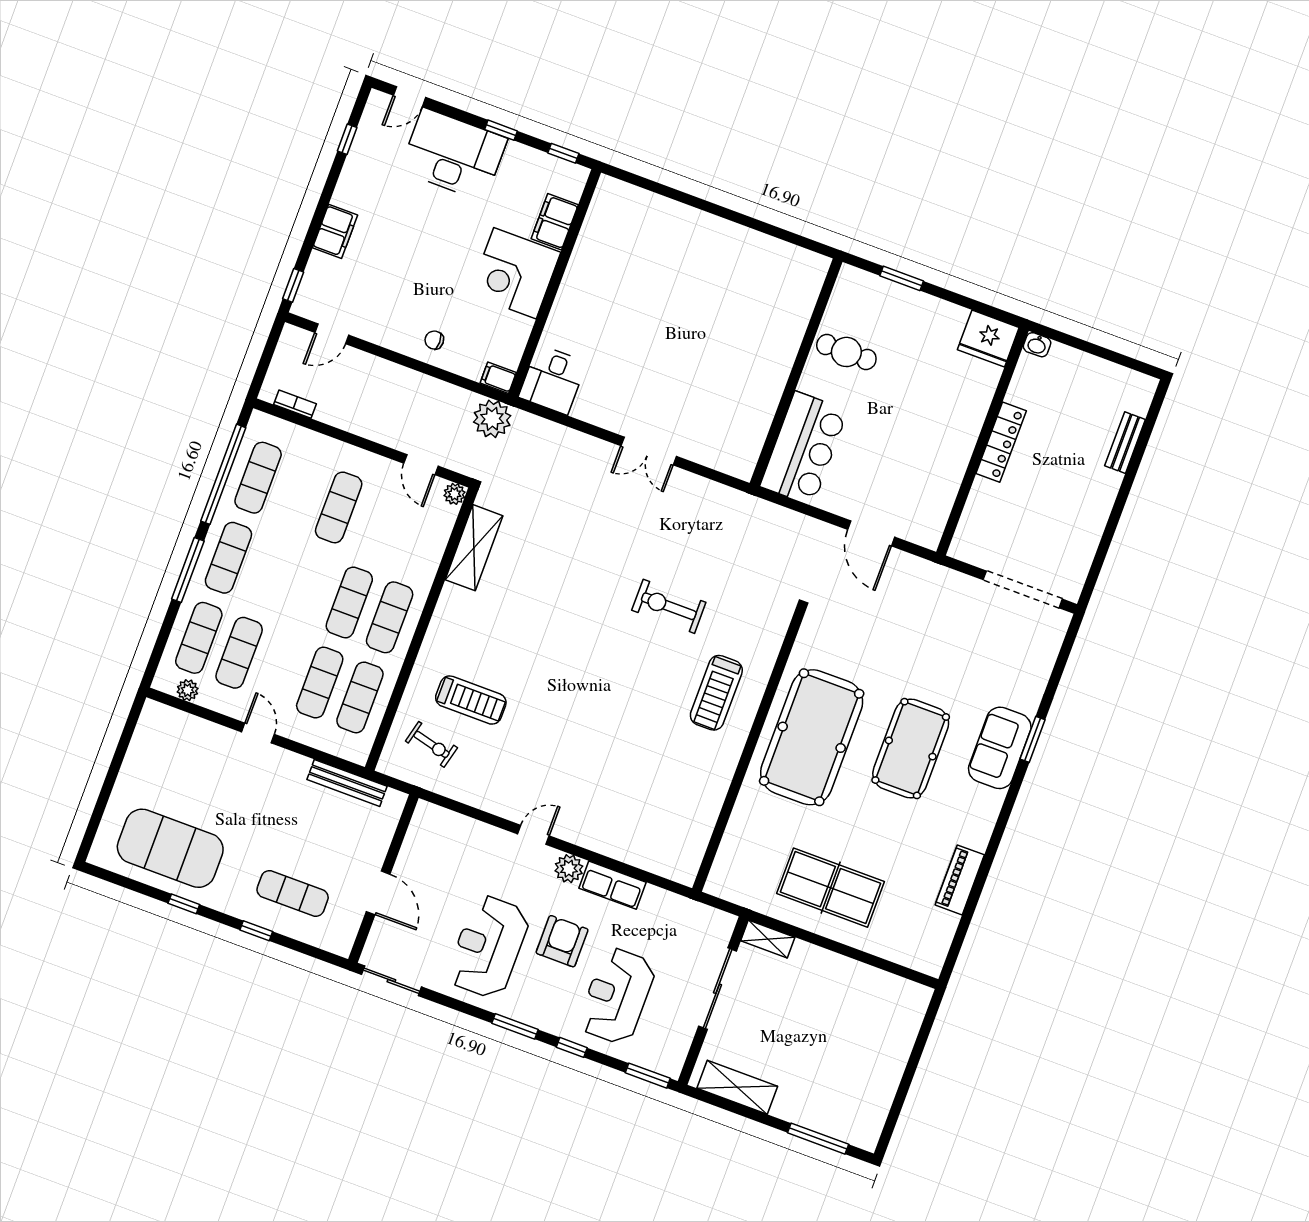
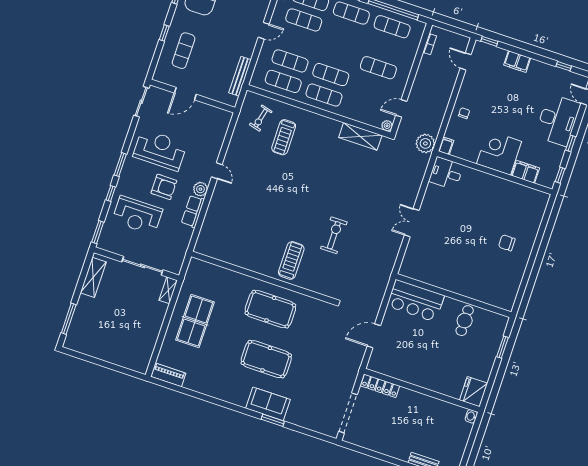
chair: (695, 263) -> (507, 243), added
locker: (1001, 442) -> (380, 386), moved
treadmill: (716, 693) -> (291, 261), turned 90
pool table: (812, 737) -> (270, 309), width x0.73, depth x0.76
piano: (960, 880) -> (168, 375), moved
reception desk: (617, 996) -> (137, 215), turned 180

